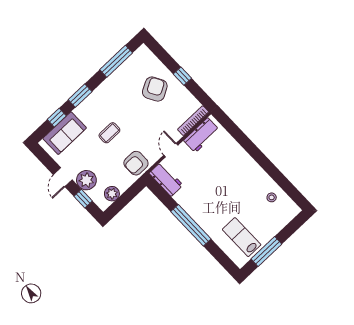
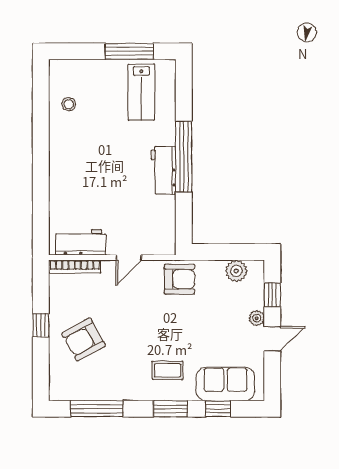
coffee table: (109, 133) -> (168, 370), moved
workbench: (166, 179) -> (163, 170), moved
plant: (86, 180) -> (257, 318), width x0.53, depth x0.53

